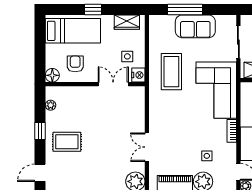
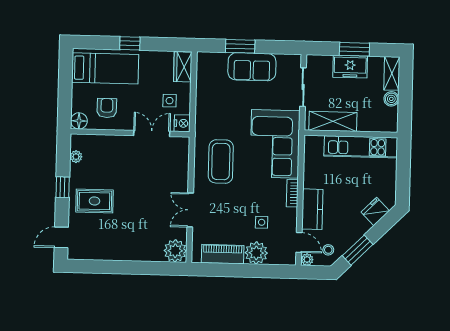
window: (185, 10) -> (240, 46), width x0.69
wardrobe: (127, 22) -> (183, 67), moved, turned 90
coffee table: (171, 72) -> (221, 161), moved

